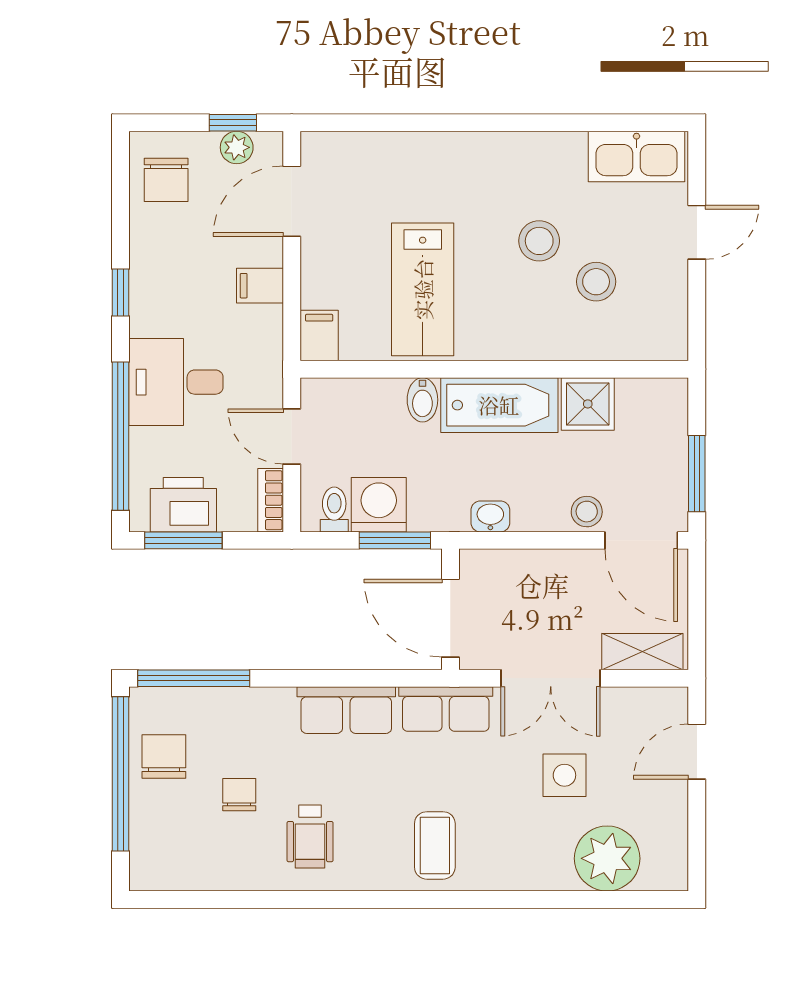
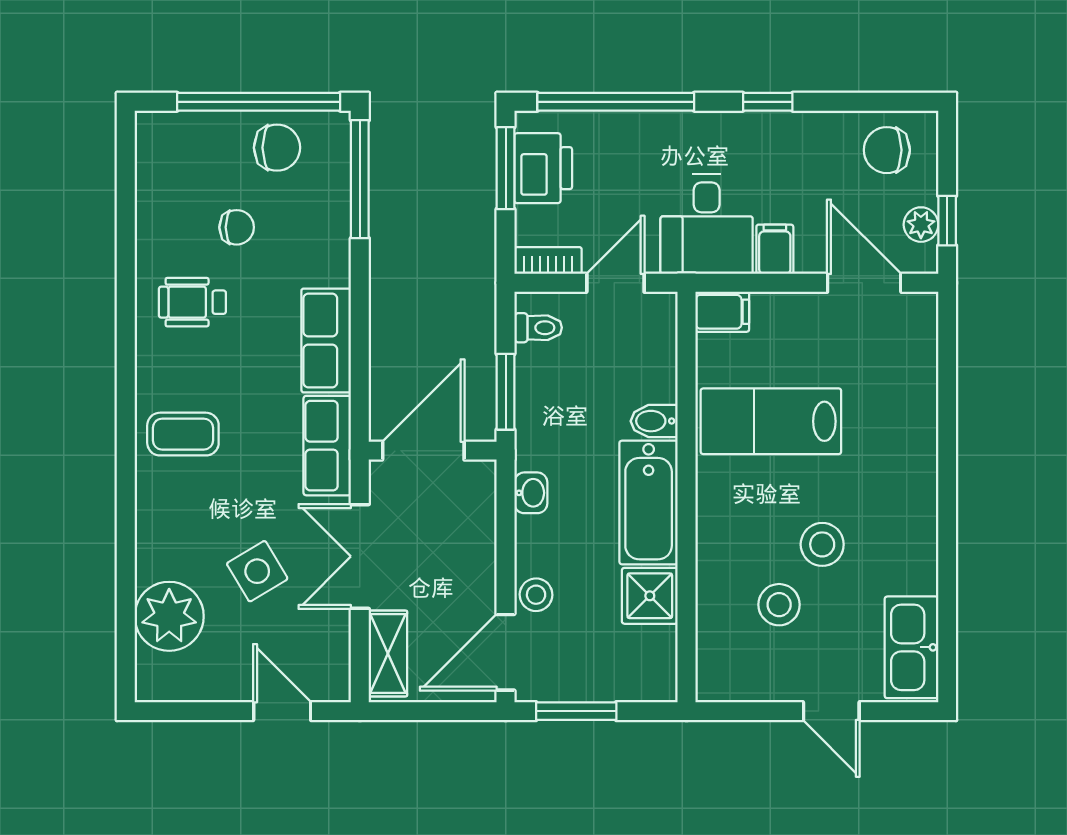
desk: (176, 382) -> (707, 224), moved, turned 180
washing machine: (379, 505) -> (543, 375), removed
side table: (564, 775) -> (257, 571), turned -31

